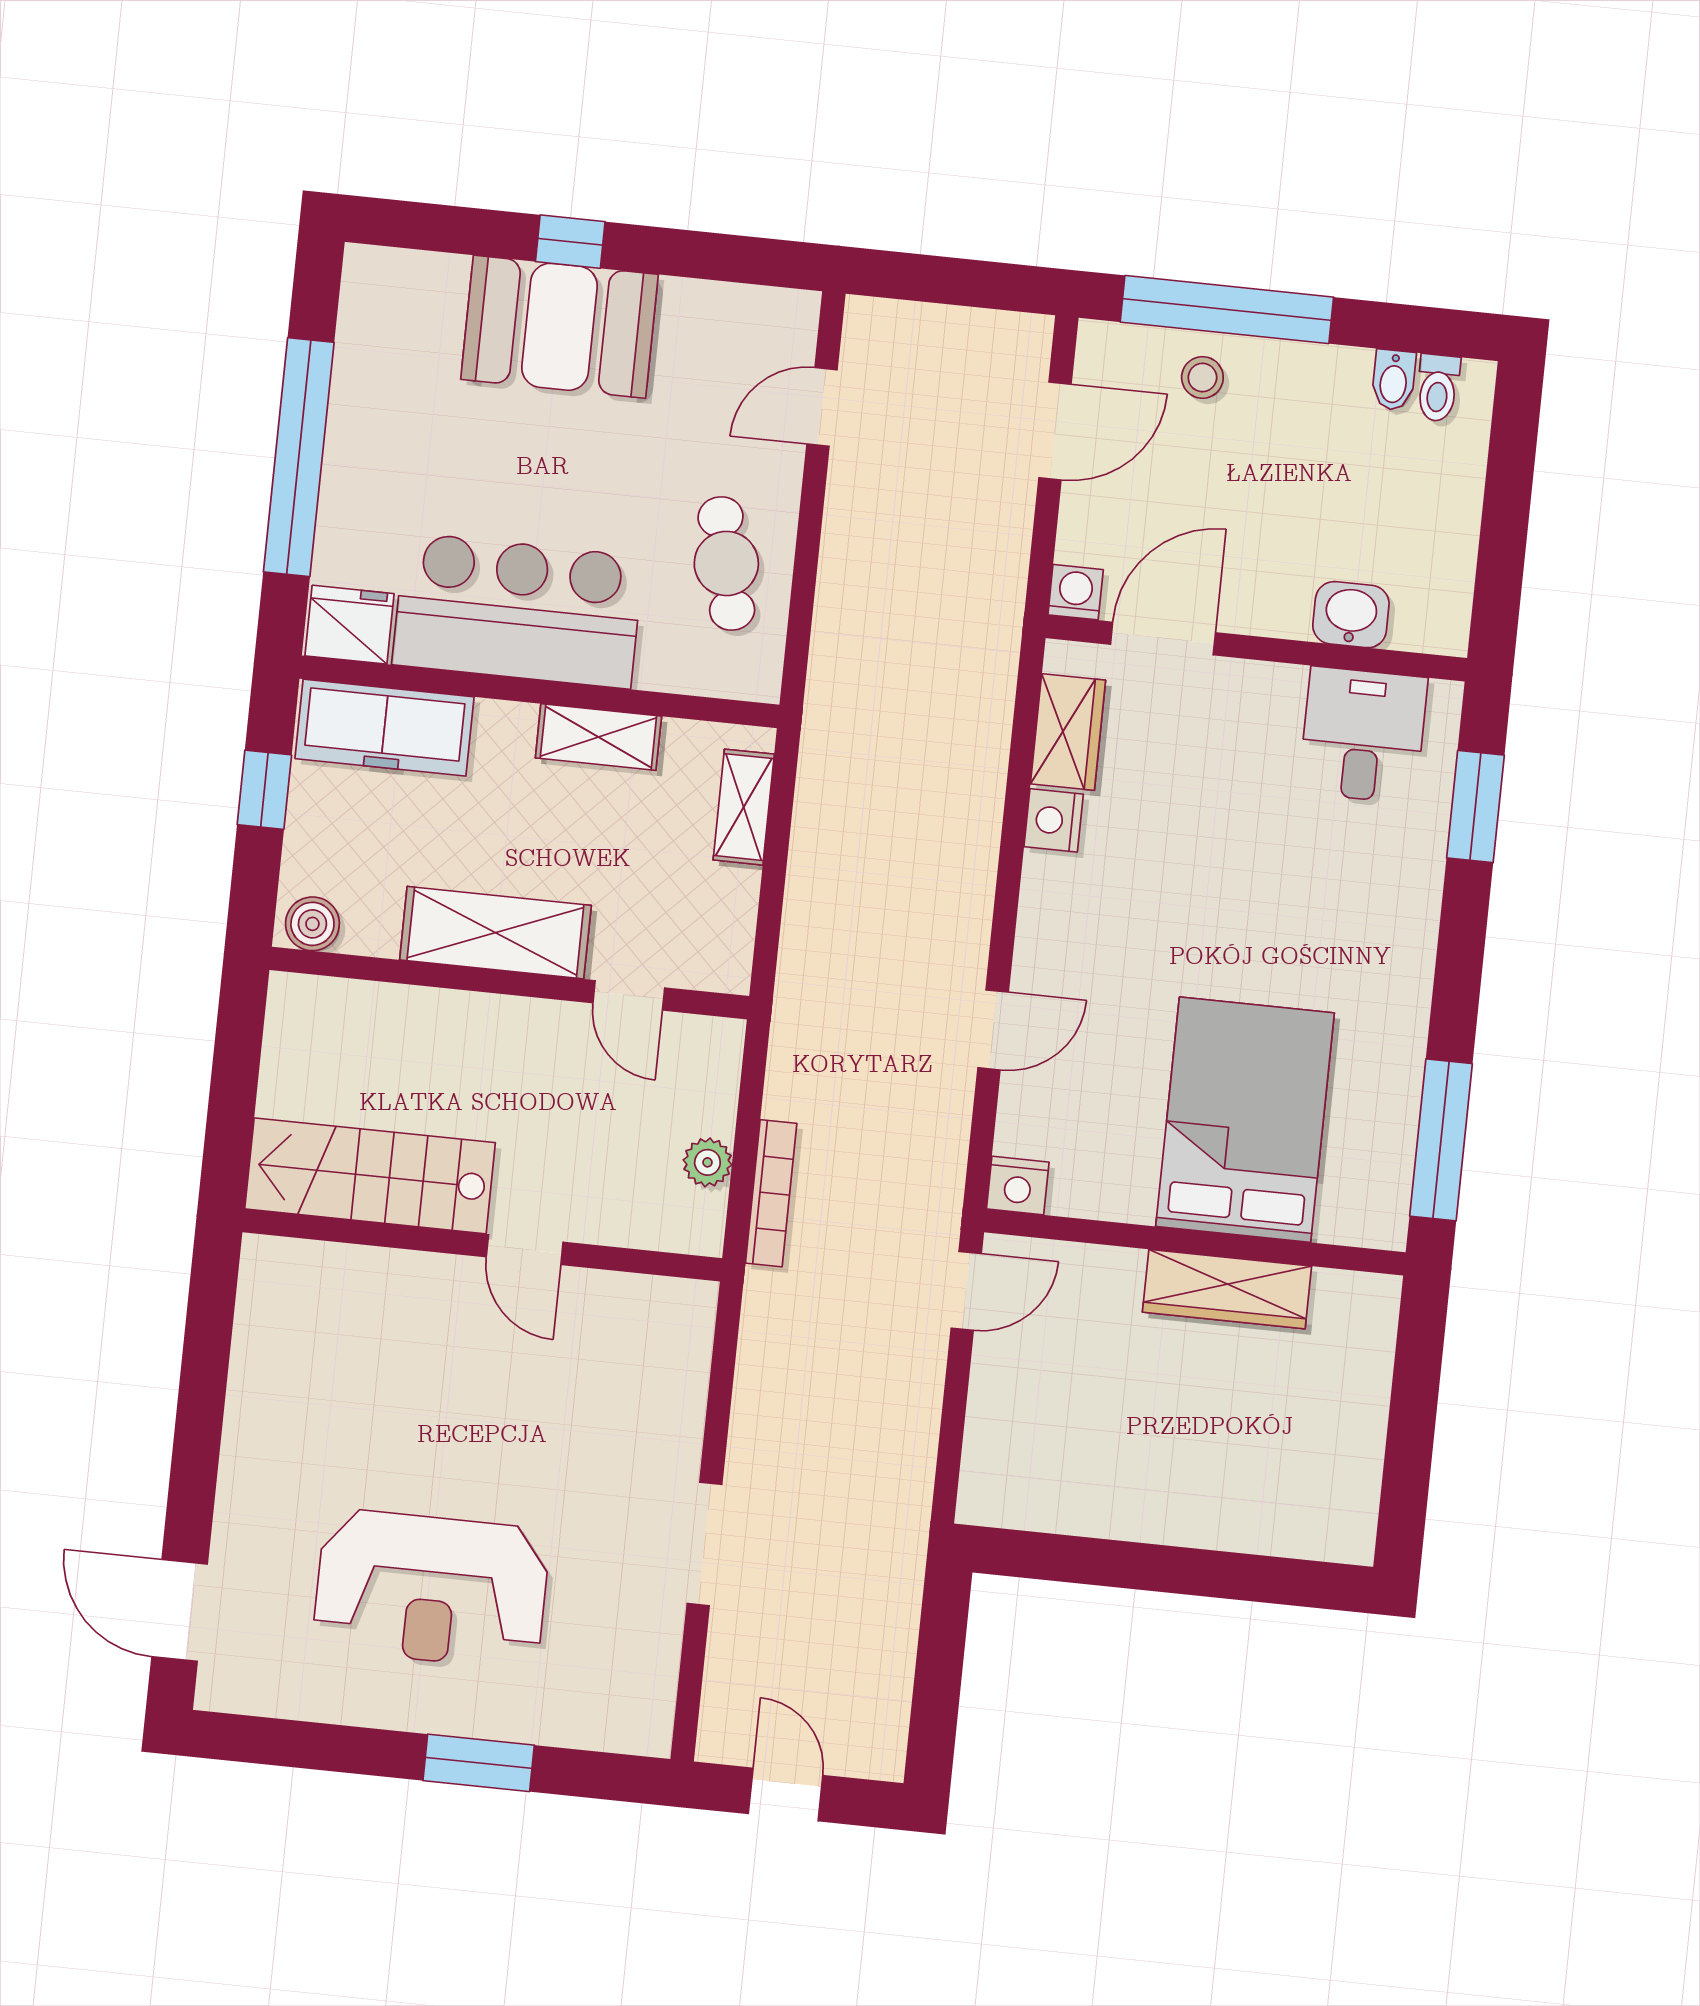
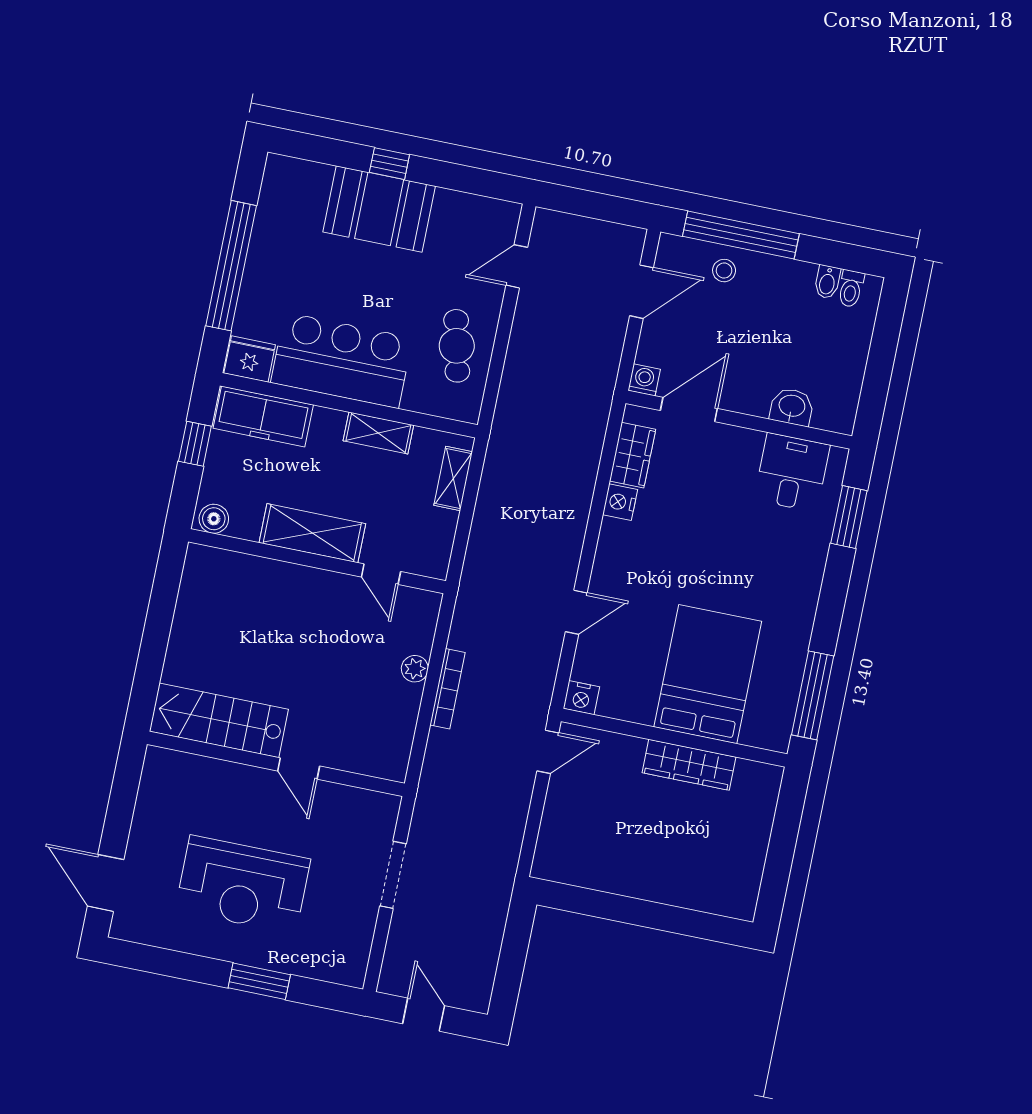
stairs: (370, 1176) -> (219, 720), moved
wall: (482, 1245) -> (276, 764), moved
door: (525, 1250) -> (299, 768), moved

